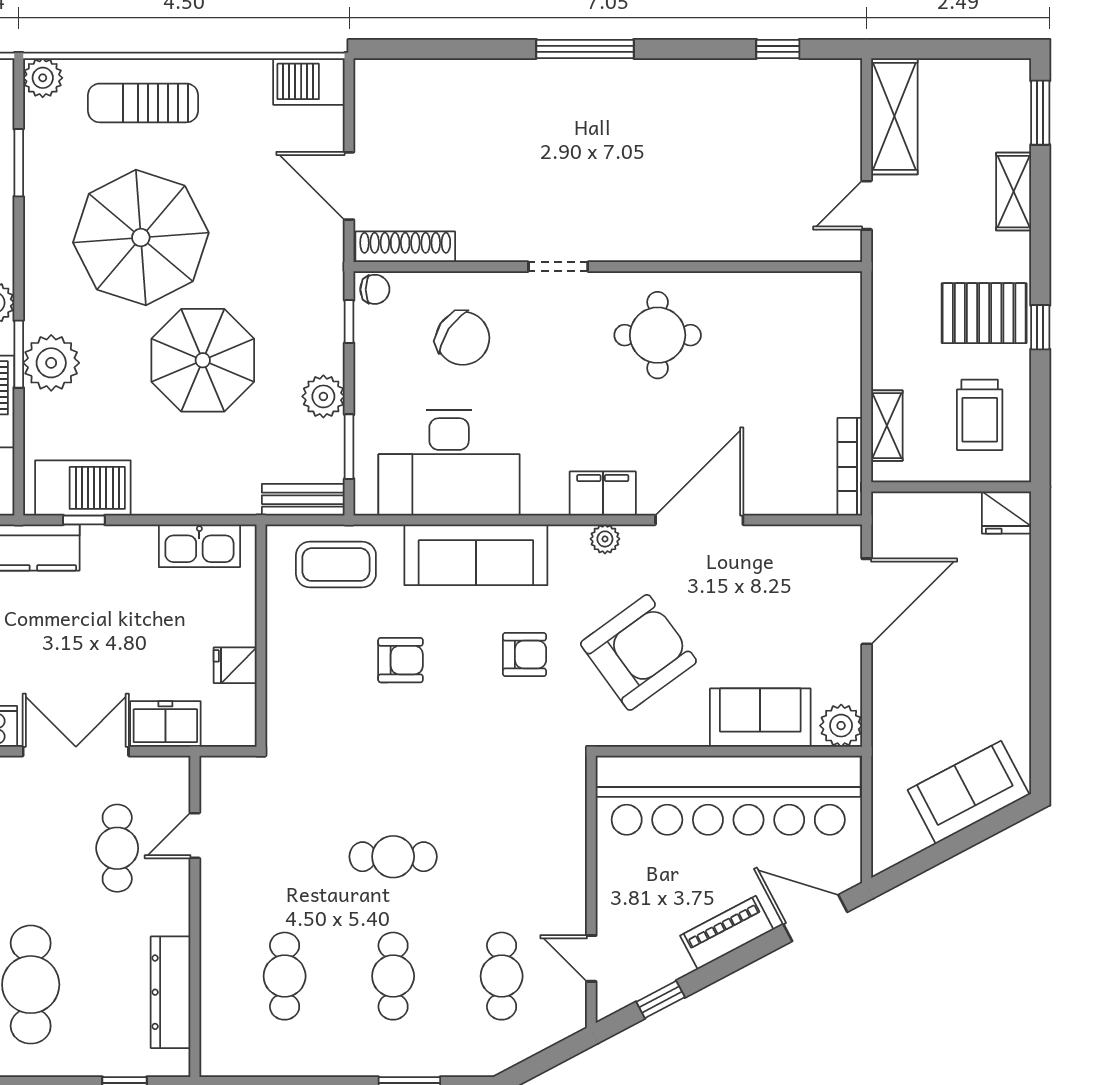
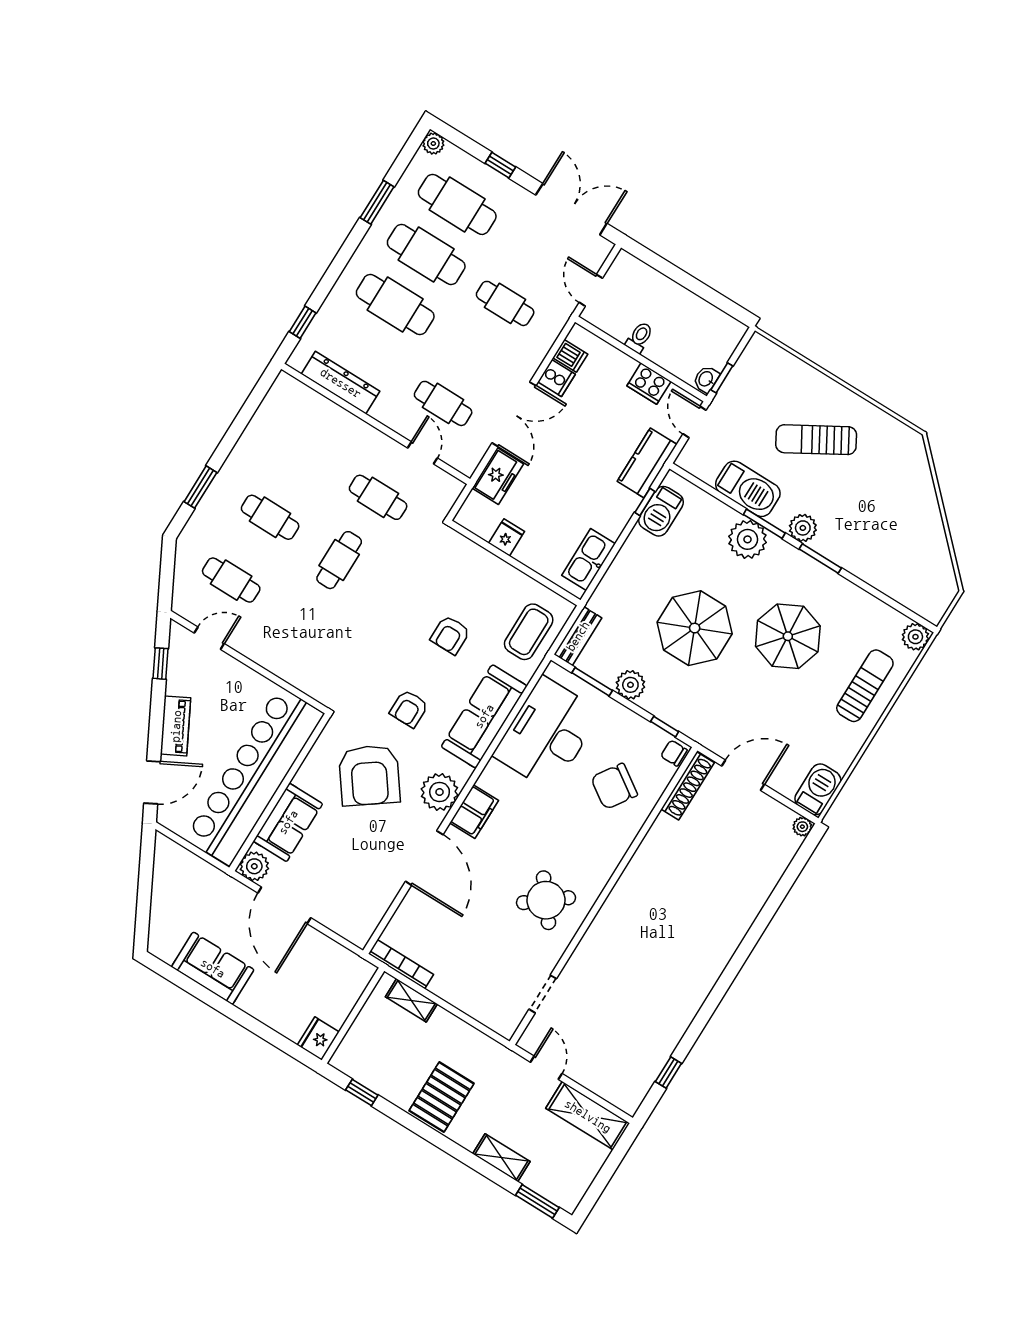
window: (585, 49) -> (738, 961), removed
plant: (367, 72) -> (802, 827), added
window: (19, 163) -> (820, 558), moved
parasol: (141, 238) -> (788, 636), width x0.73, depth x0.73
doorway: (558, 267) -> (543, 994), moved
chair: (375, 289) -> (674, 753), turned 90
window: (1040, 327) -> (362, 1093), moved
round table: (658, 335) -> (546, 900), turned -38
trolley: (980, 415) -> (384, 1058), removed
barbecue: (83, 488) -> (661, 511), width x0.73, depth x0.83
plant: (605, 539) -> (440, 792), width x1.88, depth x1.88
door: (867, 601) -> (284, 905), moved
sofa: (969, 792) -> (213, 968), moved, turned -62
cafe table: (285, 976) -> (378, 497), moved

